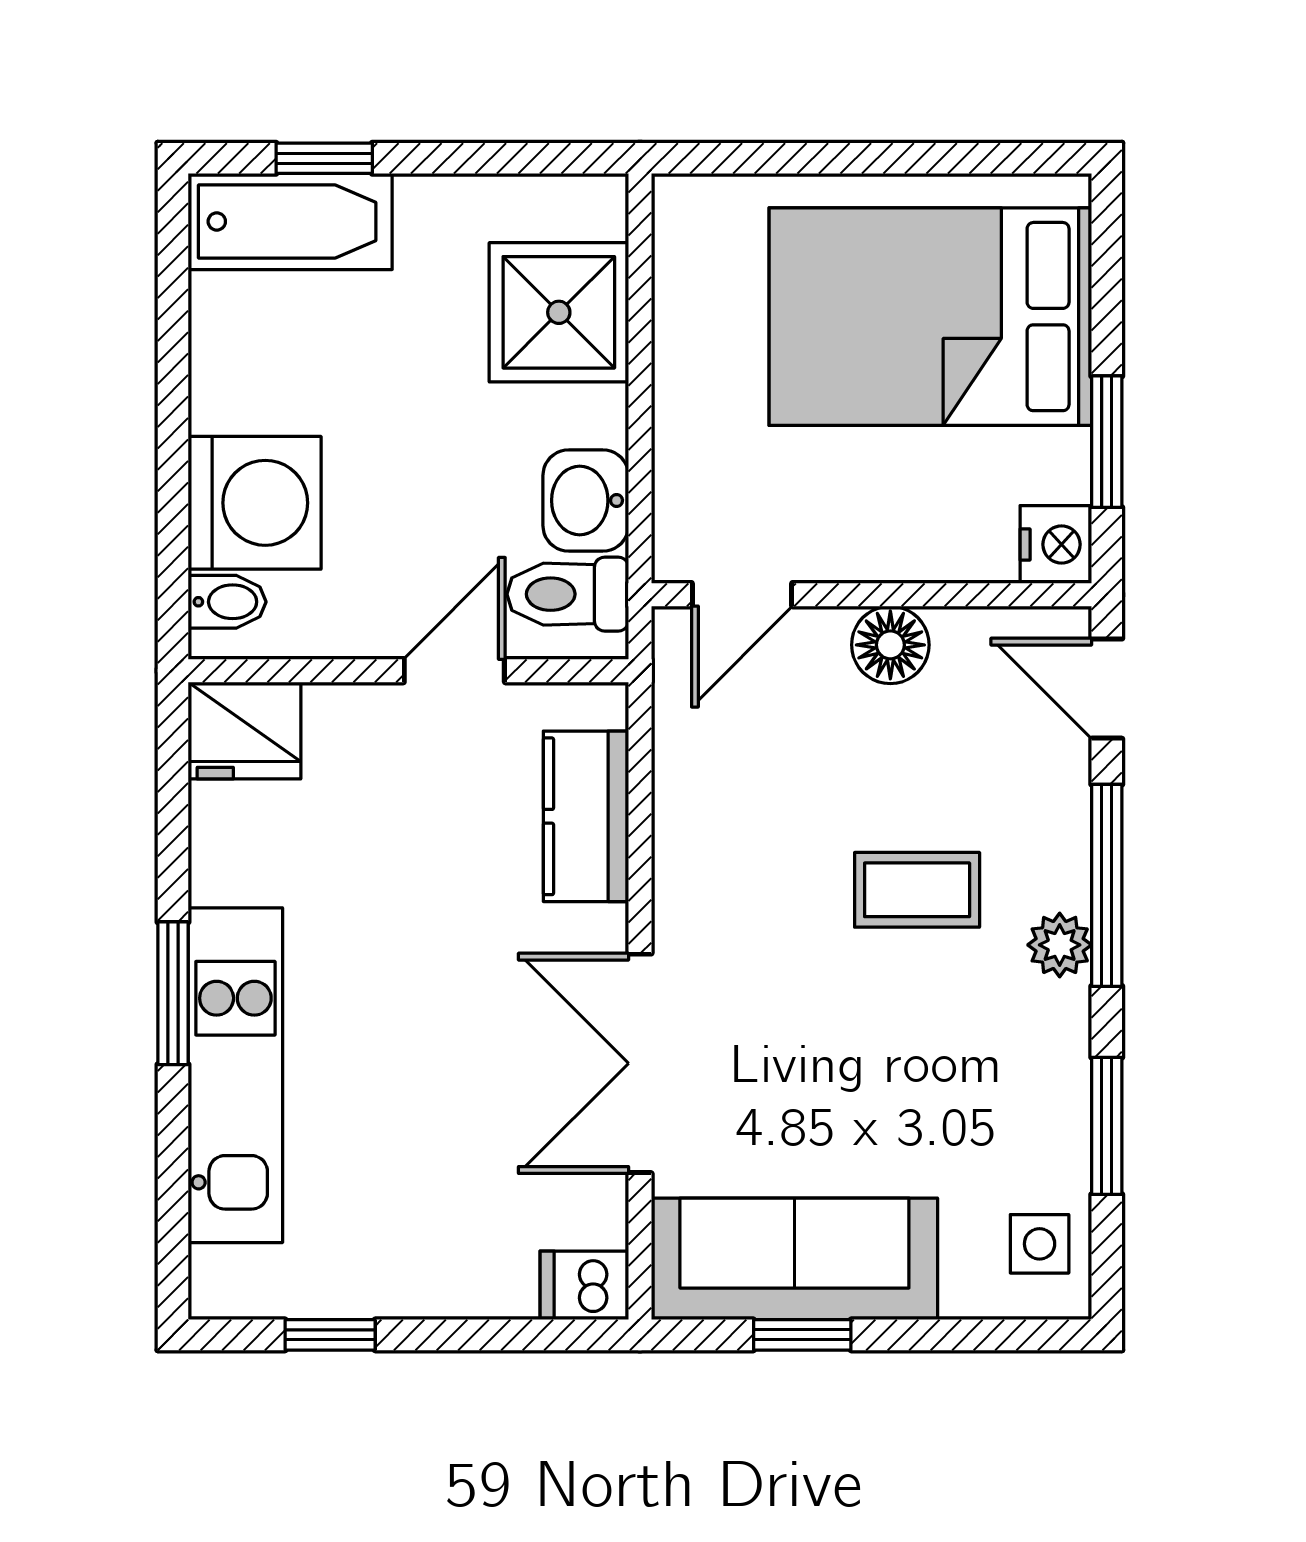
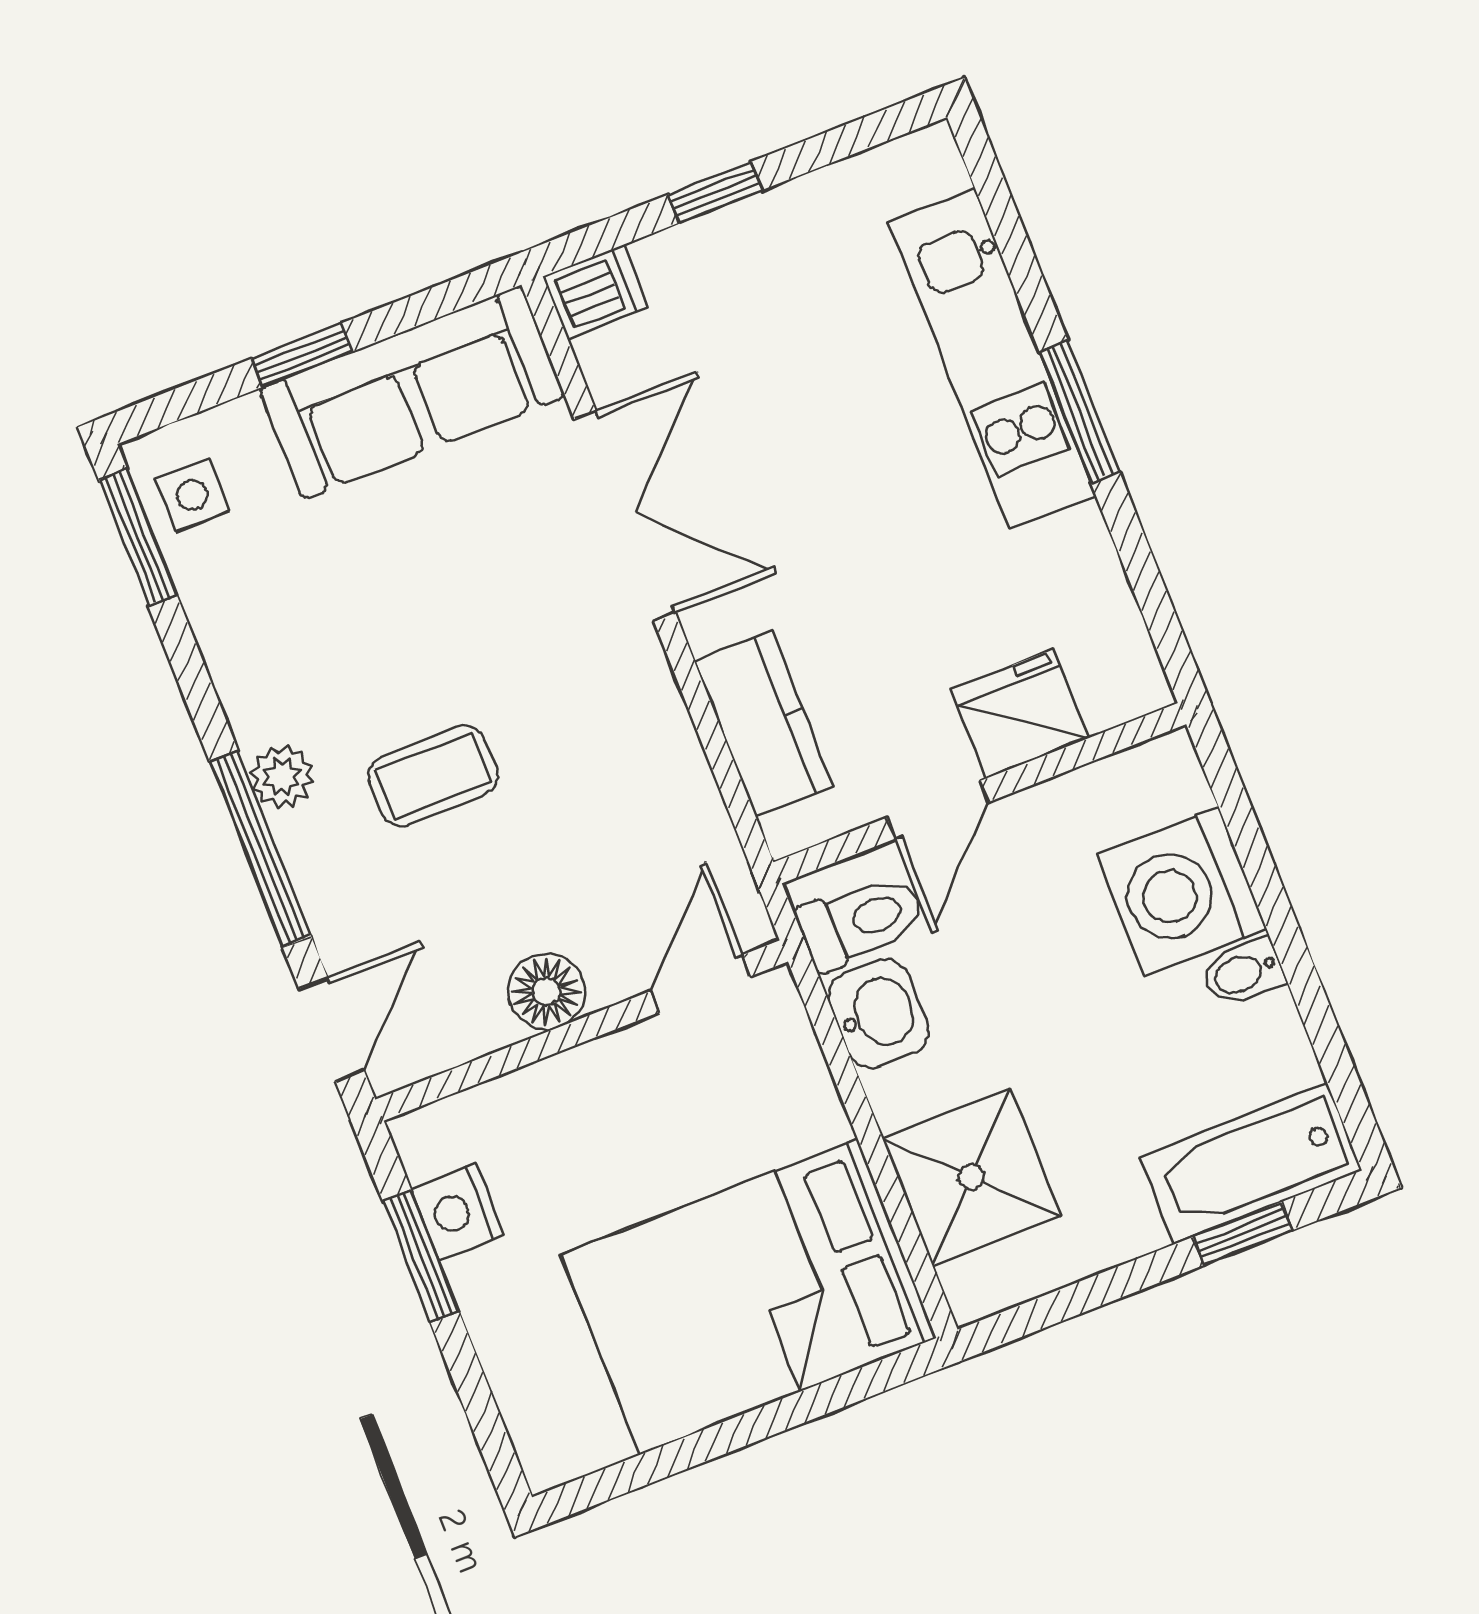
bed: (930, 317) -> (749, 1296), moved, turned 180
nightstand: (1056, 544) -> (457, 1212), moved
bidet: (227, 602) -> (1243, 973), moved
door: (1107, 689) -> (332, 1030), hinge flipped
fridge: (245, 730) -> (1020, 714), moved
window: (1107, 1126) -> (138, 538), moved
window: (330, 1335) -> (715, 192), moved
window: (802, 1335) -> (302, 355), moved

